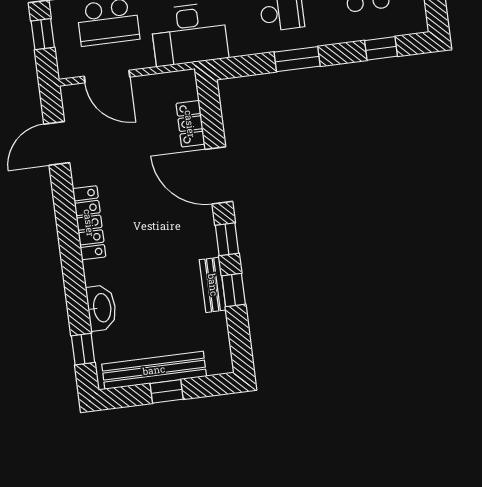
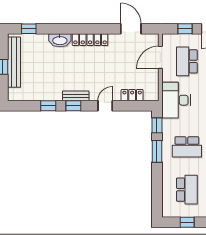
window: (381, 48) -> (157, 125), moved
door: (219, 175) -> (105, 106), width x0.53
bench: (213, 285) -> (76, 96), moved
washbasin: (101, 308) -> (60, 40), moved

